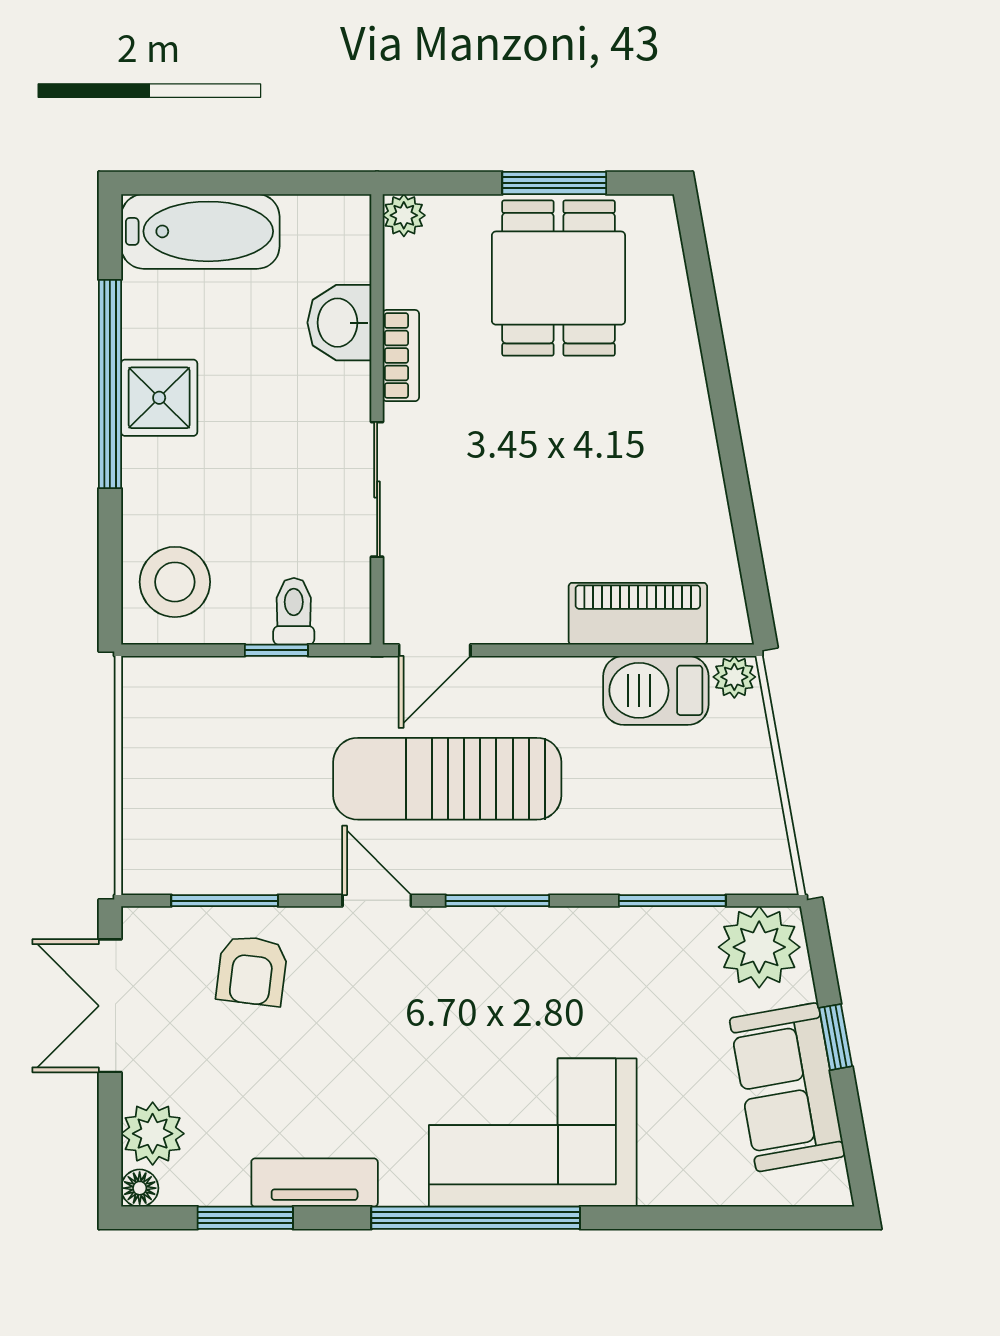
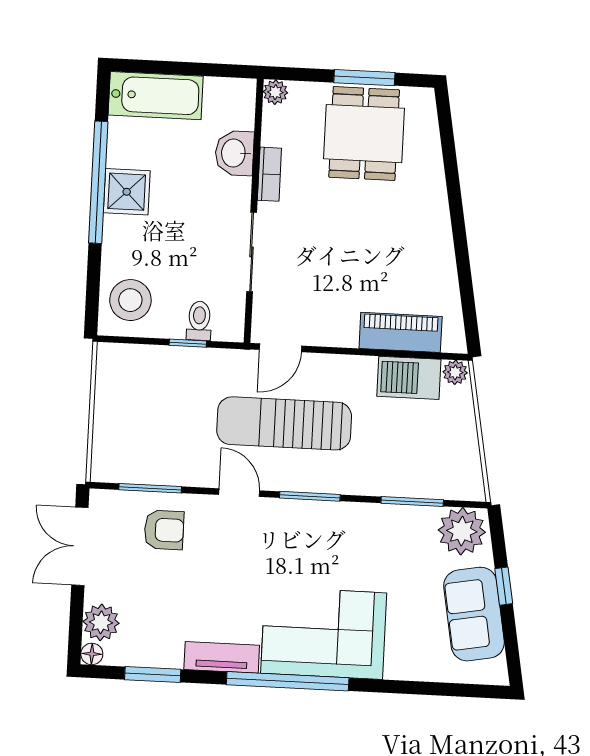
armchair: (252, 971) -> (164, 530), turned -97
tv unit: (315, 1183) -> (222, 657), moved

